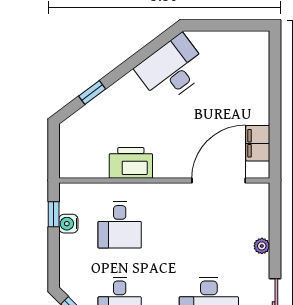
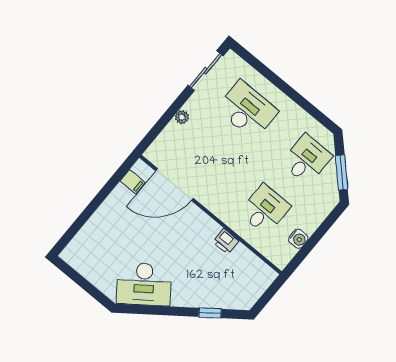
filing cabinet: (258, 143) -> (133, 182), width x0.50
printer: (131, 163) -> (226, 241), width x0.53, depth x0.68
window: (54, 214) -> (303, 253), removed

